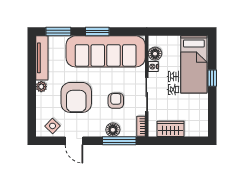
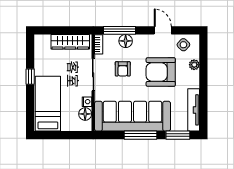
window: (97, 32) -> (140, 135), width x1.44
window: (212, 78) -> (30, 77), moved
plant: (41, 87) -> (194, 65), moved
armchair: (76, 97) -> (161, 72), turned -90
wardrobe: (171, 129) -> (70, 42), width x1.50

